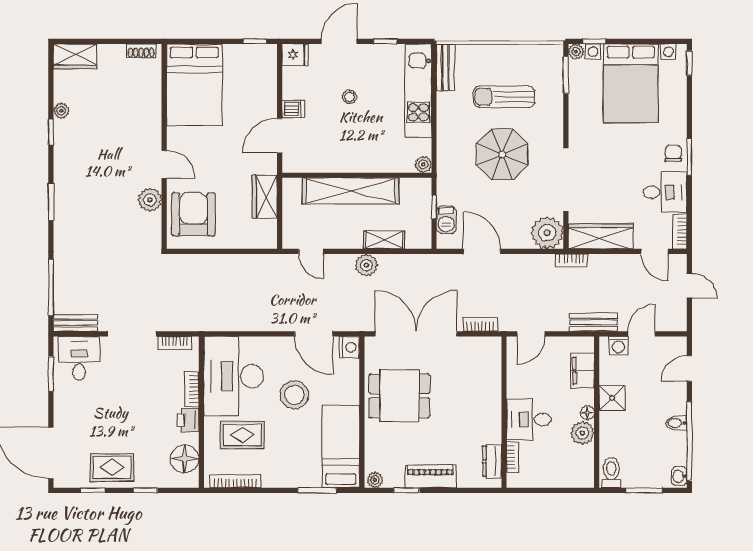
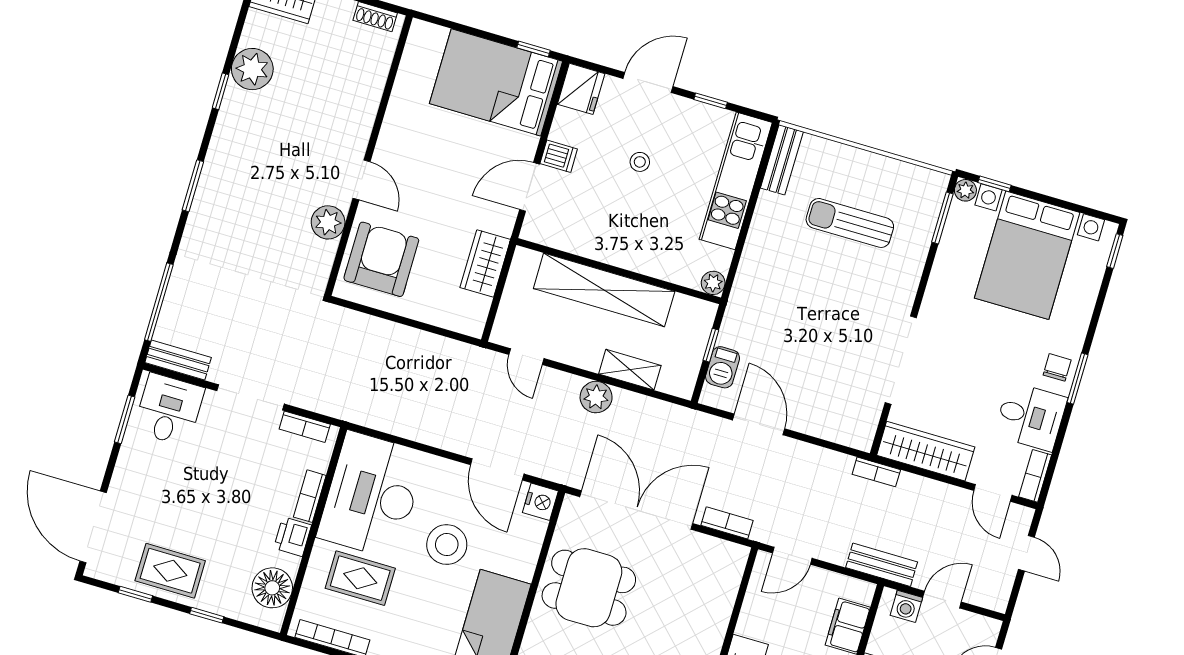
fridge: (295, 55) -> (581, 89), width x1.38
bed: (194, 85) -> (496, 82), moved, turned 90
plant: (61, 111) -> (252, 69), width x1.87, depth x1.87
parasol: (502, 154) -> (824, 300), removed
plant: (547, 233) -> (854, 425), removed

